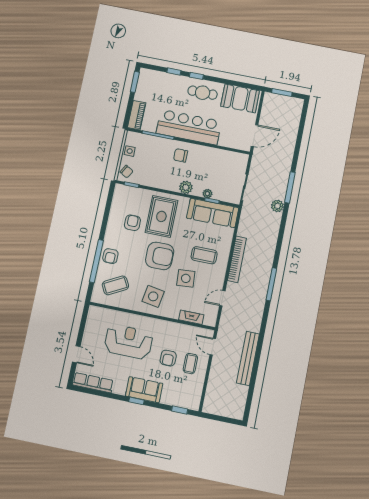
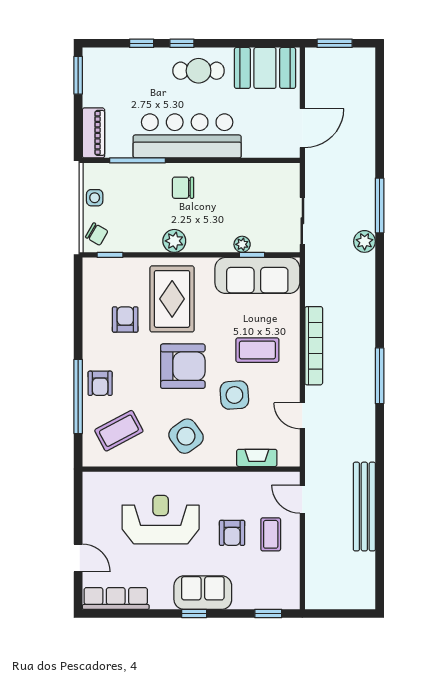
plant: (186, 187) -> (174, 241), moved
side table: (153, 296) -> (186, 436), turned 45
door: (222, 298) -> (302, 416), hinge flipped

